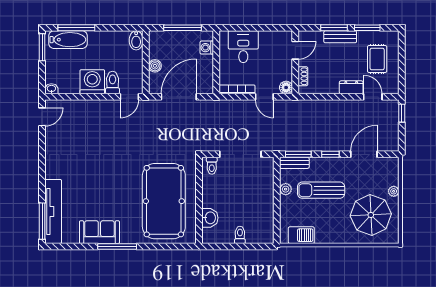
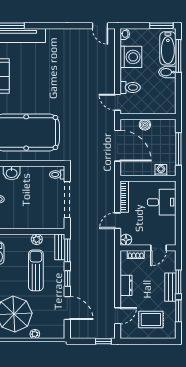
bidet: (136, 40) -> (167, 72), moved
door: (295, 50) -> (159, 248), hinge flipped
washing machine: (92, 82) -> (131, 57), moved
dresser: (351, 87) -> (126, 285), moved

